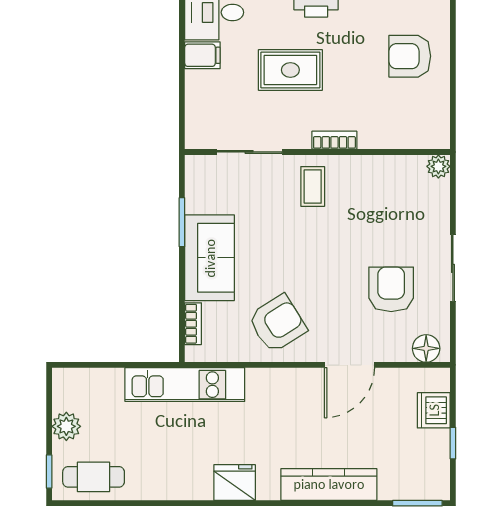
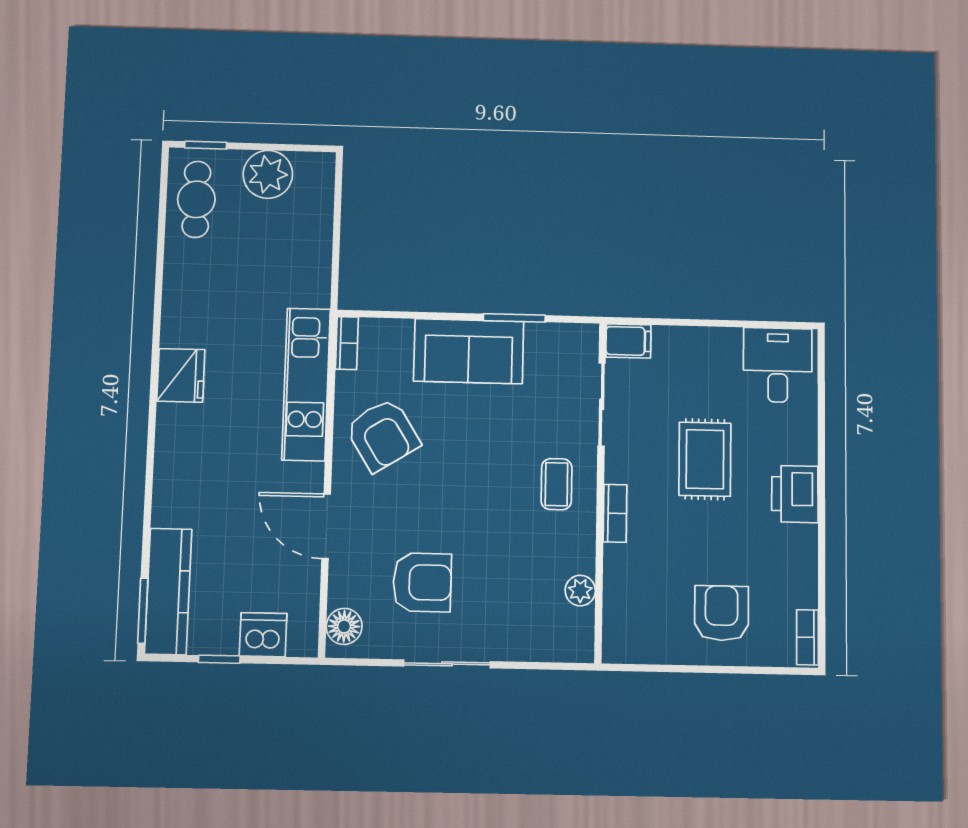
filing cabinet: (202, 55) -> (628, 341), moved, turned -90
plant: (438, 166) -> (580, 591), moved
coffee table: (313, 186) -> (556, 484), turned 90
bookcase: (193, 324) -> (347, 343), moved, turned -90
kitchen unit: (185, 385) -> (306, 384), moved
plant: (66, 426) -> (268, 174), width x1.36, depth x1.36
kitchen counter: (329, 484) -> (168, 591), moved

